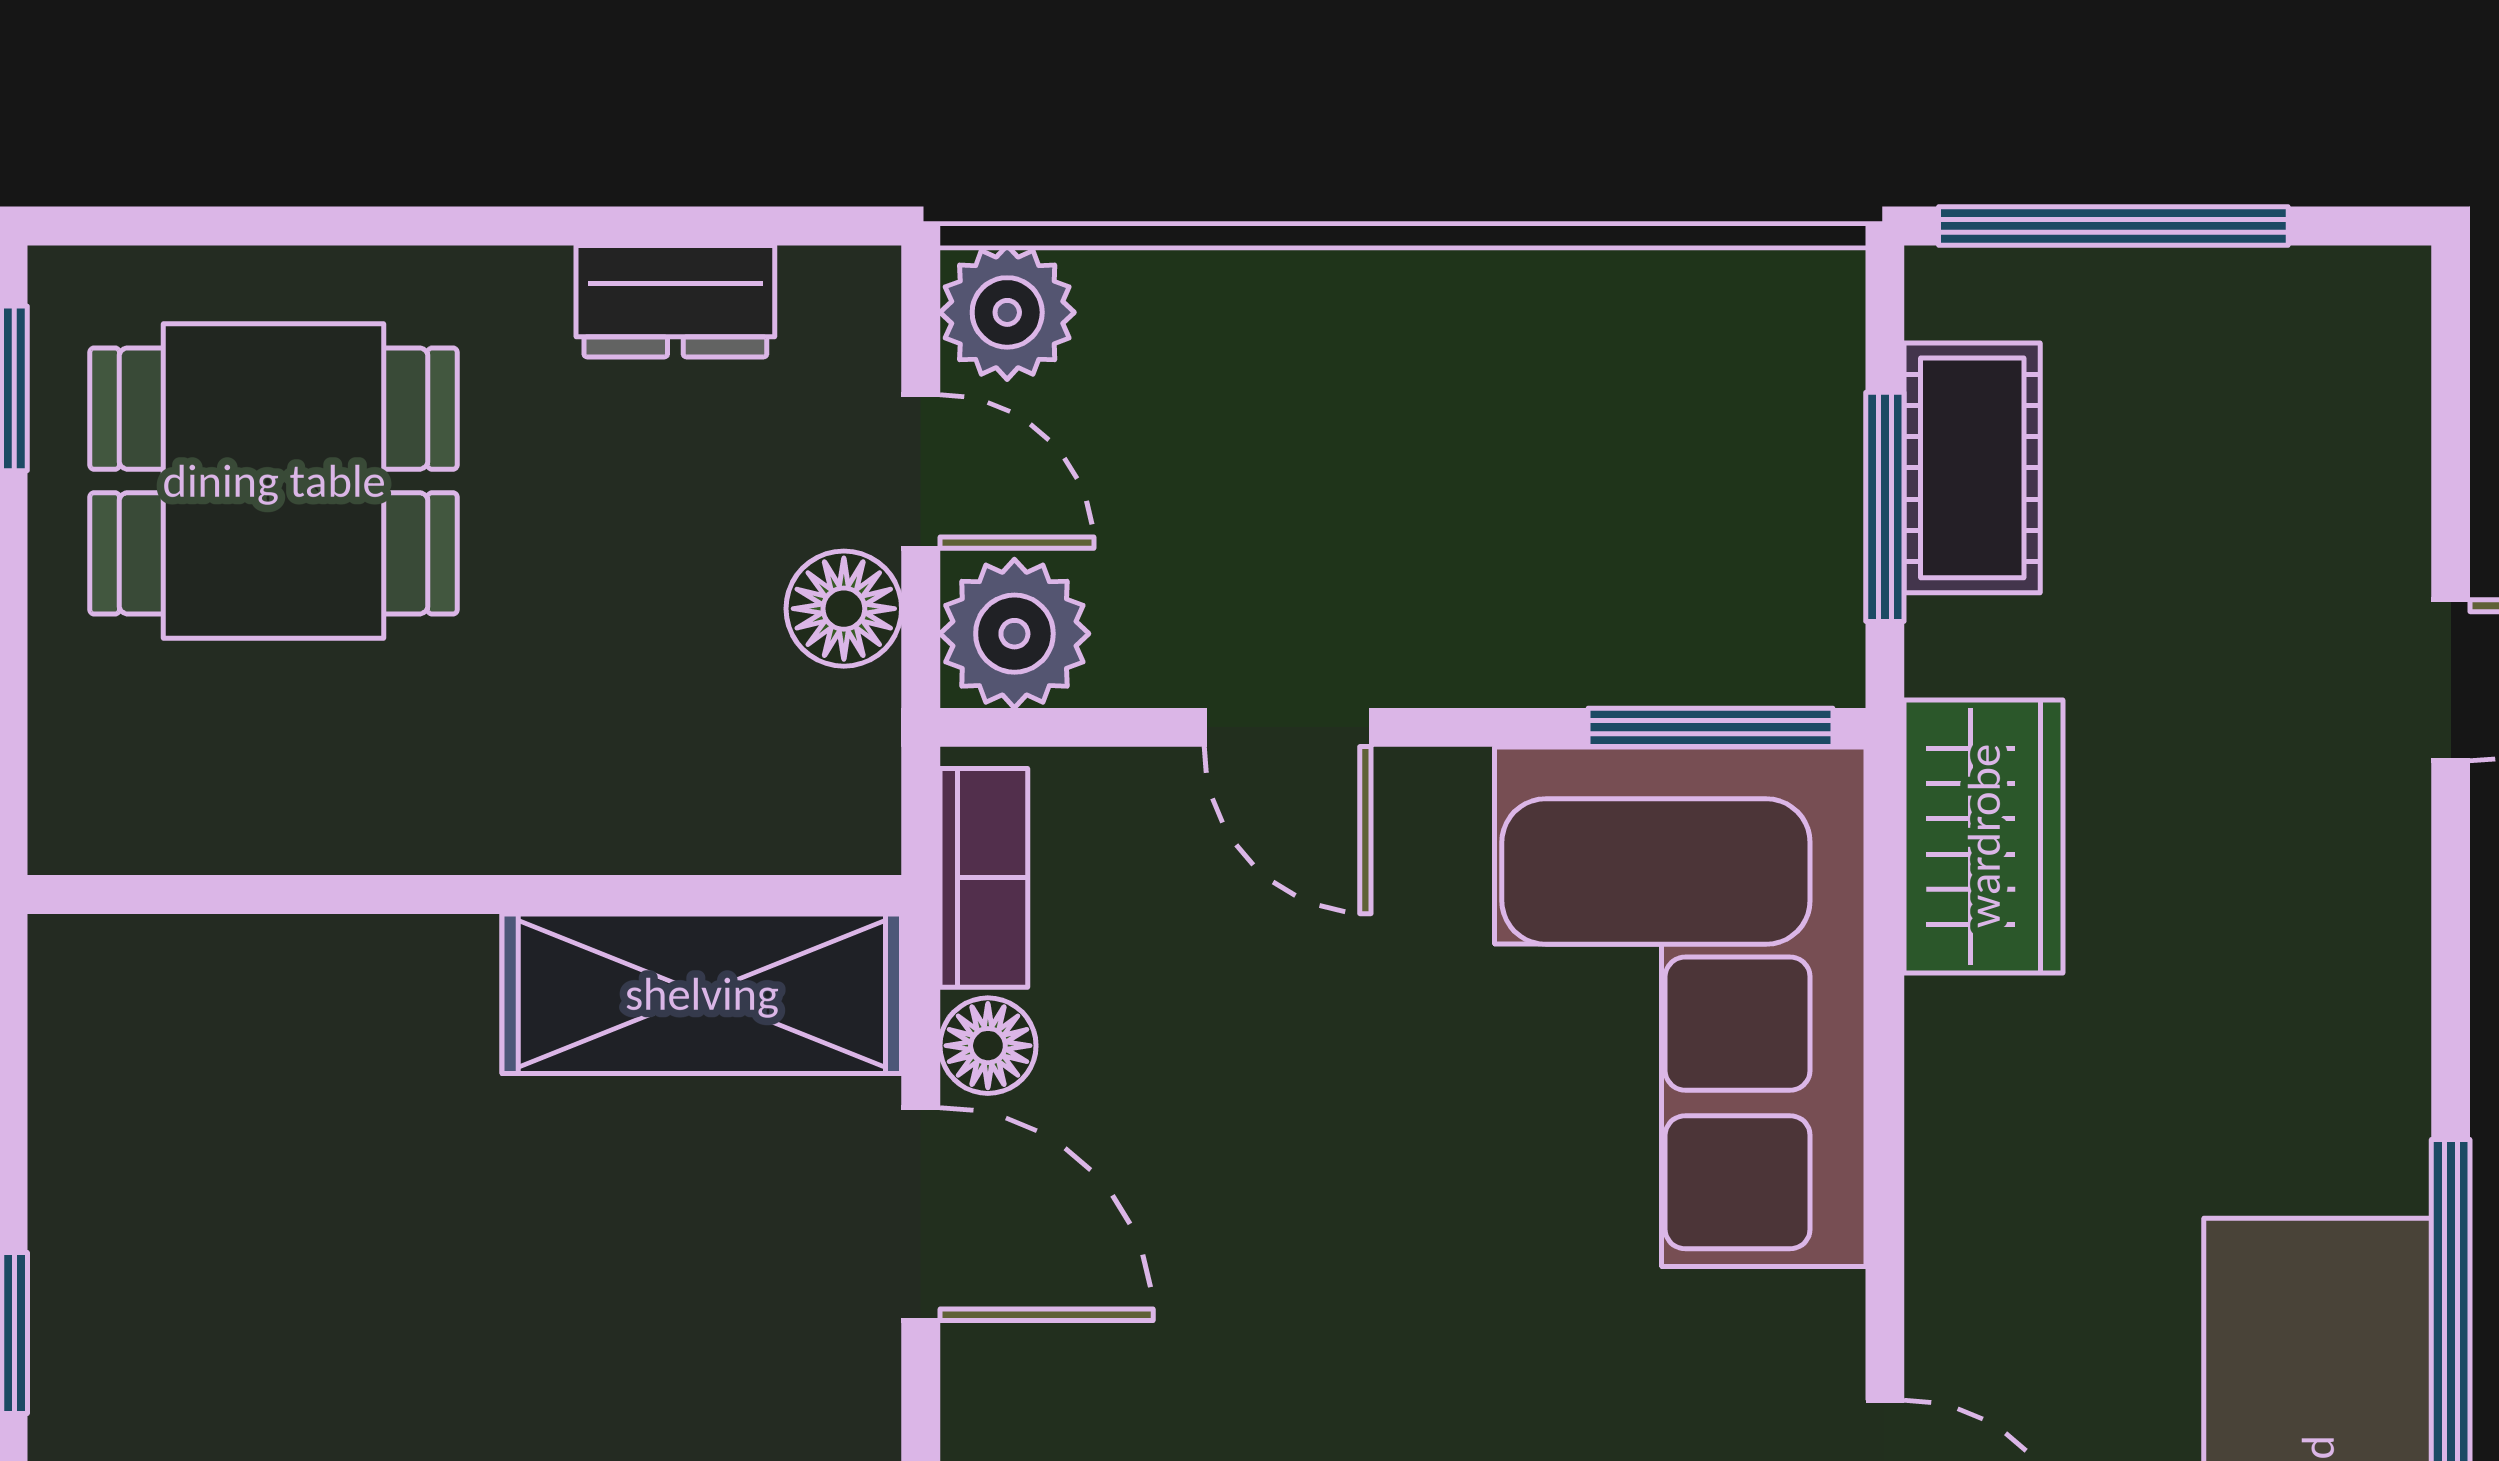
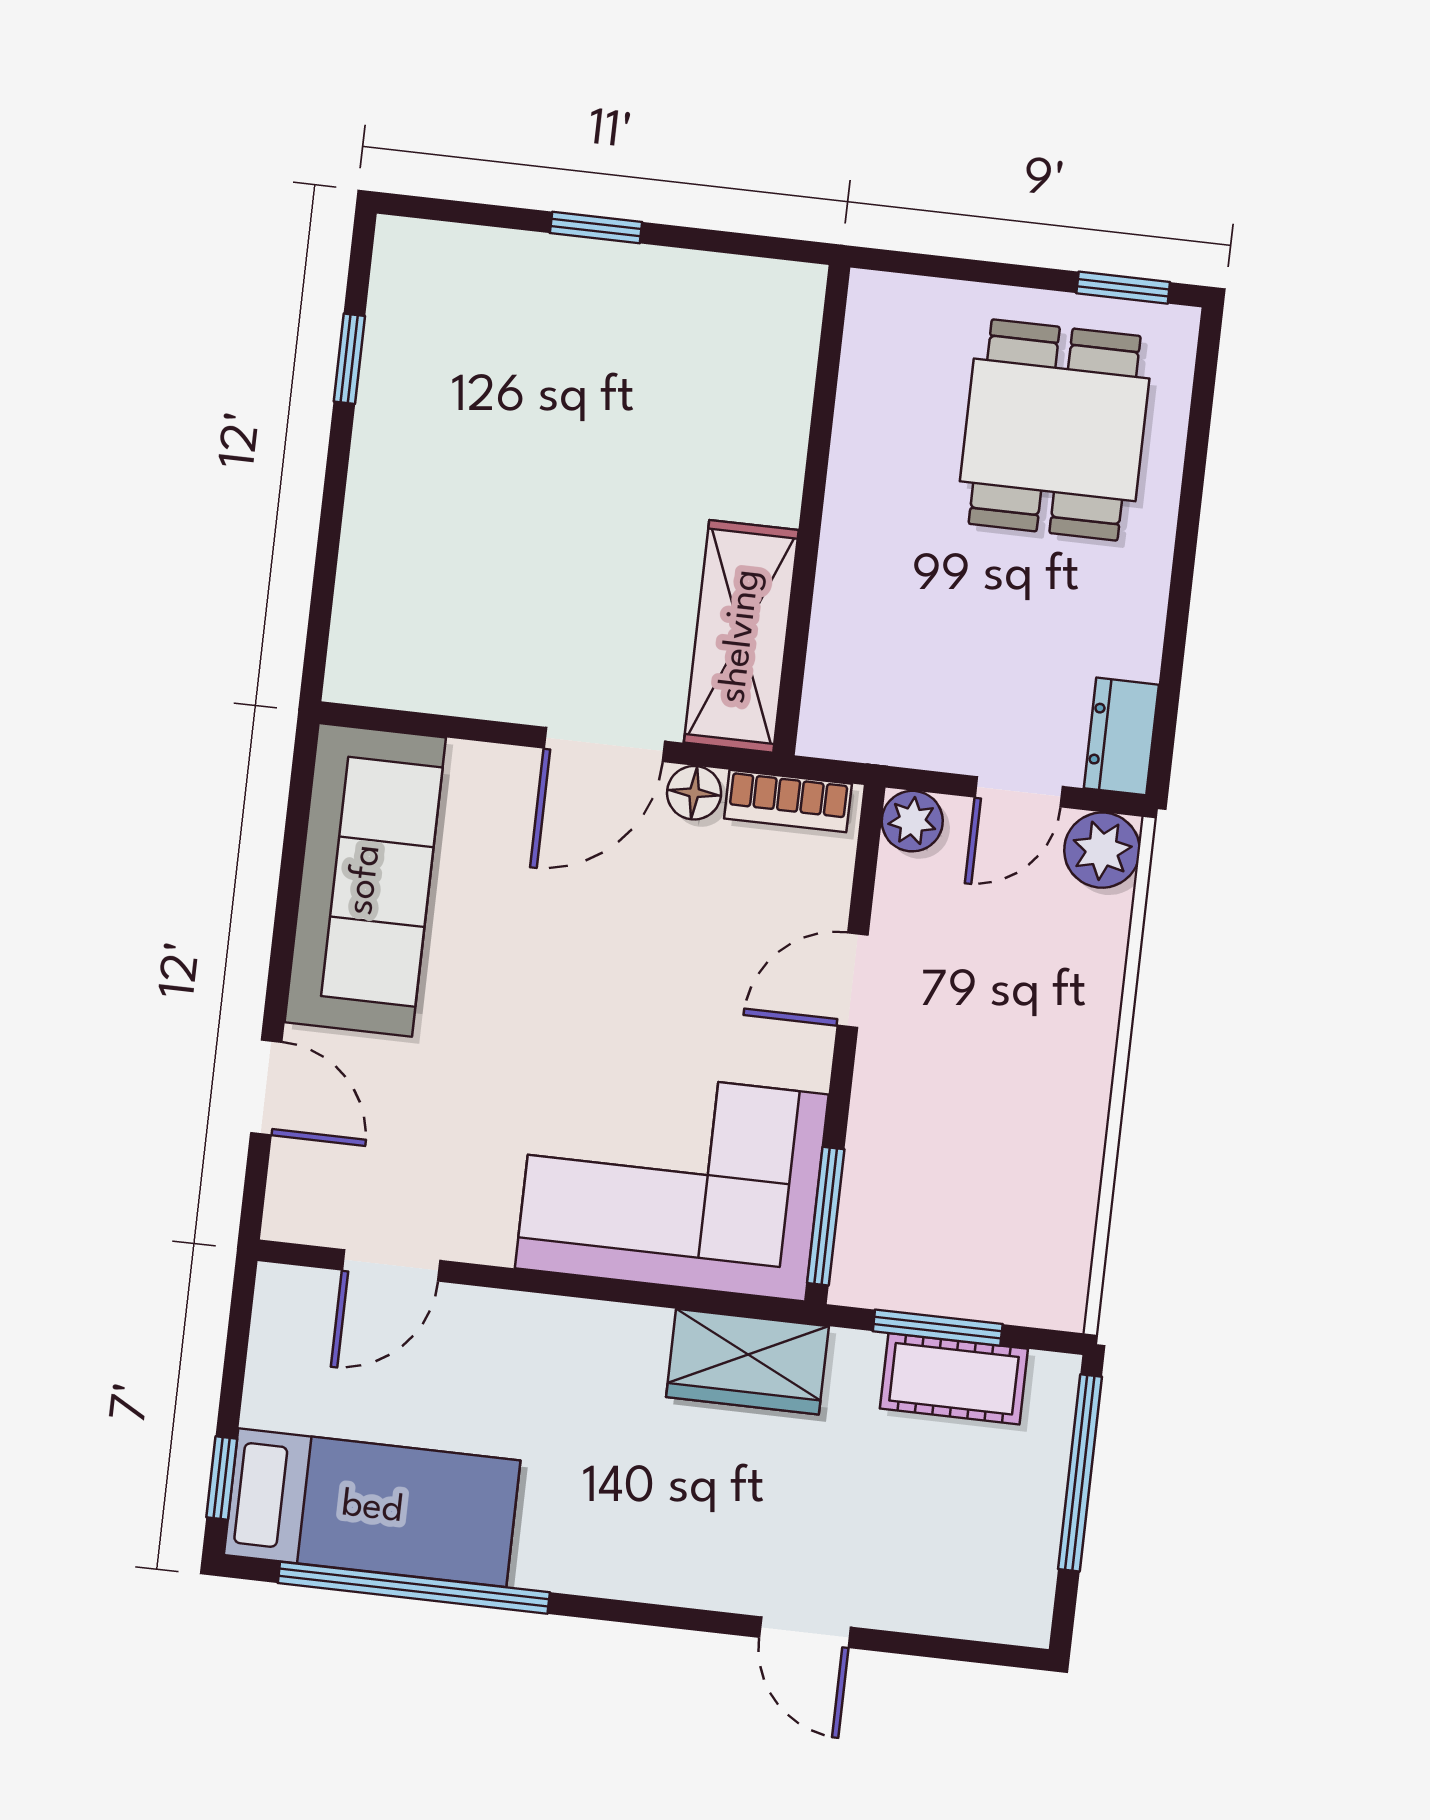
dresser: (675, 301) -> (1121, 736), moved
floor lamp: (844, 609) -> (947, 740), removed
plant: (1014, 634) -> (912, 821), width x0.73, depth x0.73

